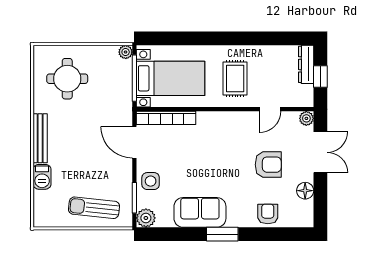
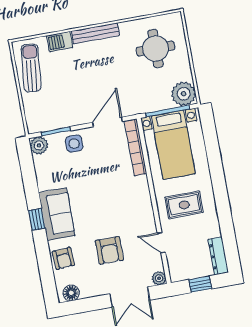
plant: (126, 52) -> (184, 94), width x1.88, depth x1.88
dresser: (306, 64) -> (218, 256), moved, turned -90
floor lamp: (305, 191) -> (71, 293), moved
sun lounger: (94, 208) -> (31, 68), moved
sofa: (200, 212) -> (57, 214), moved
armchair: (268, 214) -> (63, 258), turned 86
window: (222, 234) -> (37, 219), width x0.67

